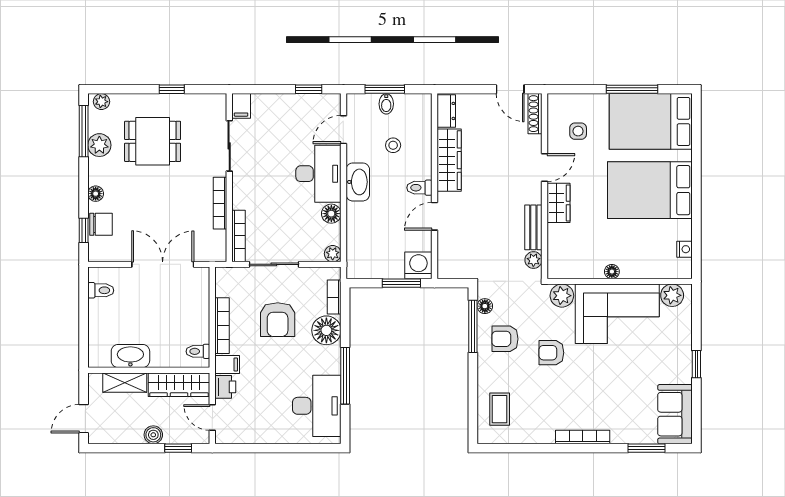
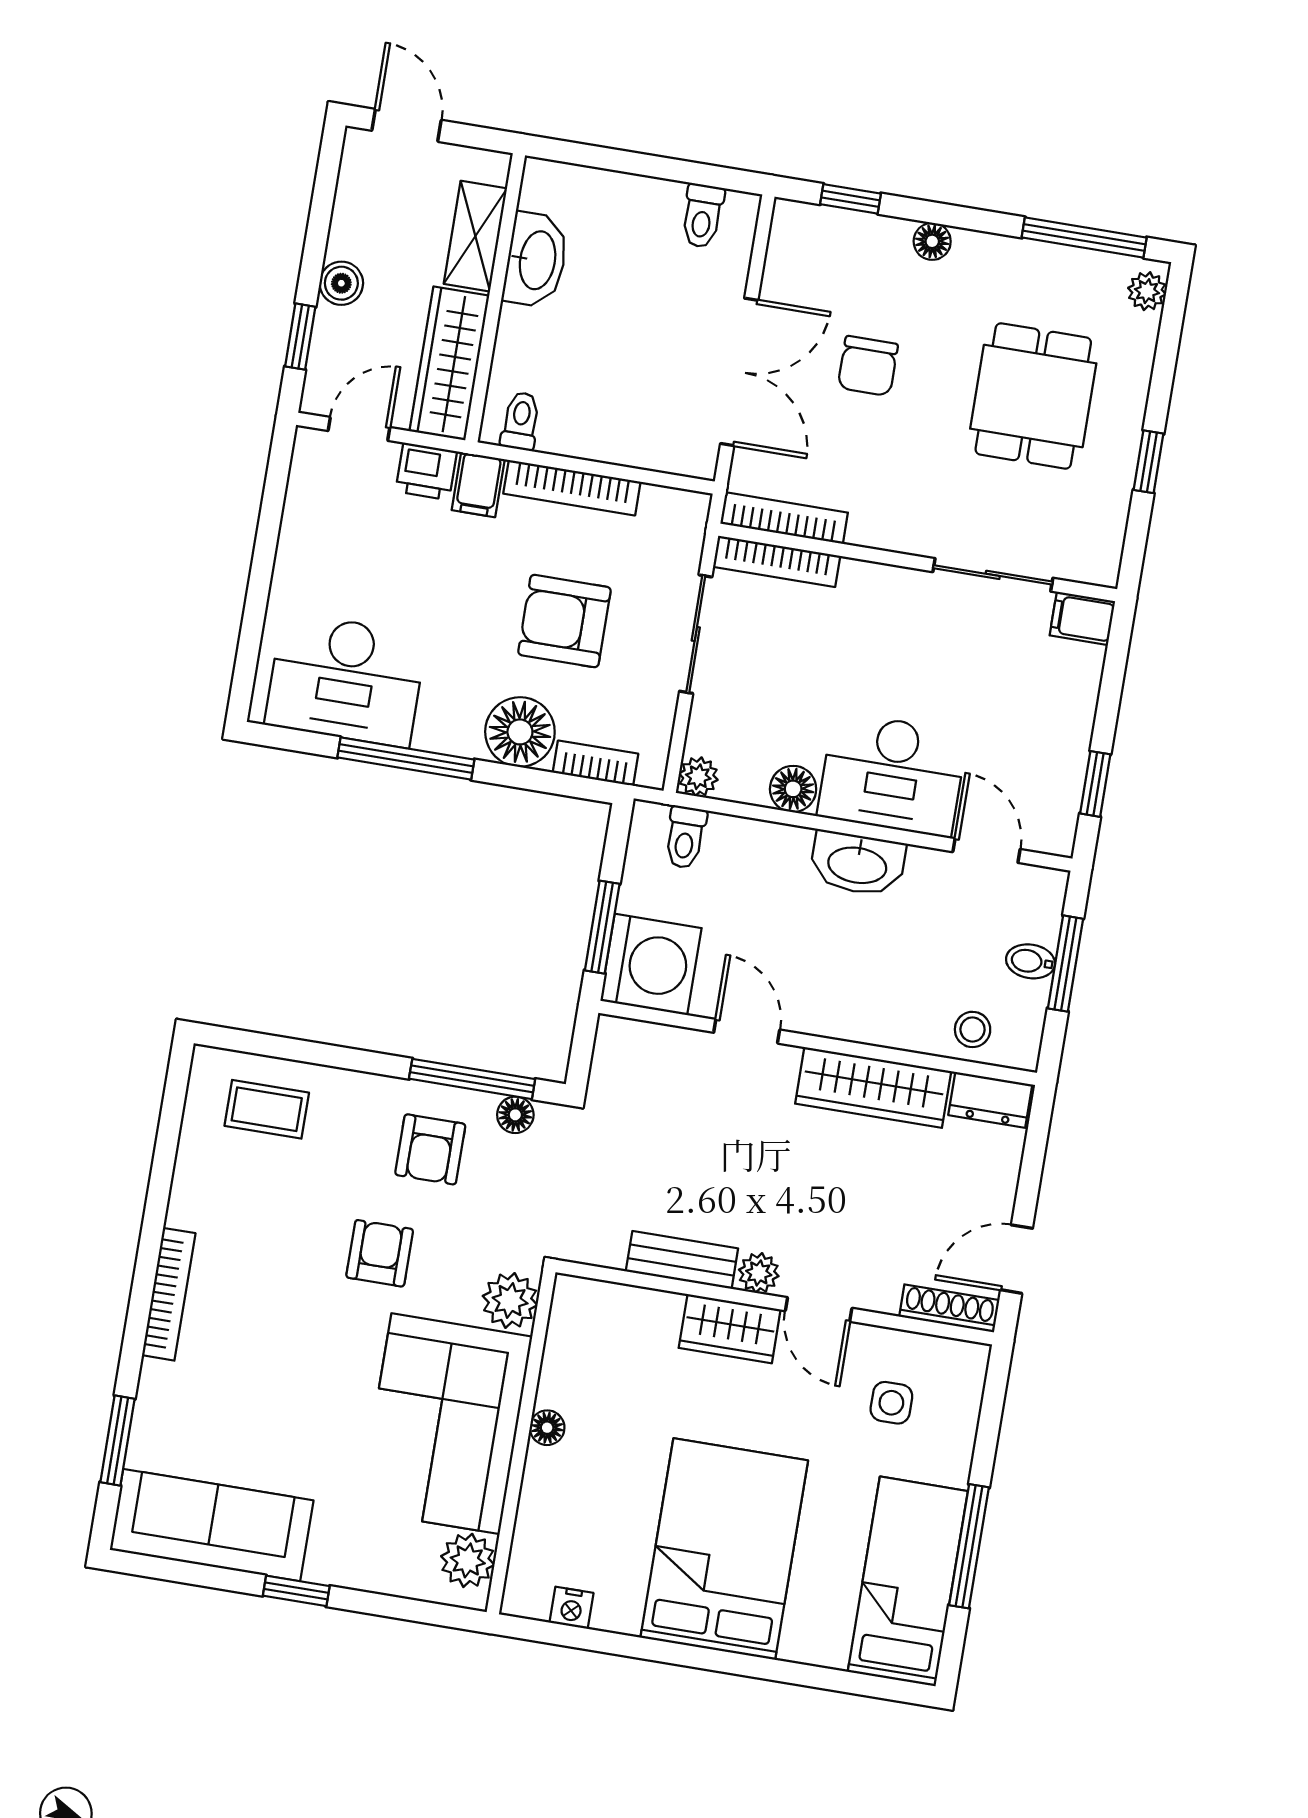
bed: (651, 121) -> (908, 1581), width x0.67
plant: (99, 145) -> (1045, 269), removed
stool: (393, 145) -> (973, 1029), moved
toilet: (419, 188) -> (685, 837), moved, turned 180
bookcase: (220, 203) -> (784, 518), moved
chair: (101, 224) -> (868, 366), moved
plant: (533, 260) -> (759, 1273), moved
washing machine: (418, 265) -> (651, 964), width x1.37, depth x1.37
armchair: (505, 339) -> (430, 1149), turned 180
sofa: (675, 414) -> (212, 1525), width x1.36

